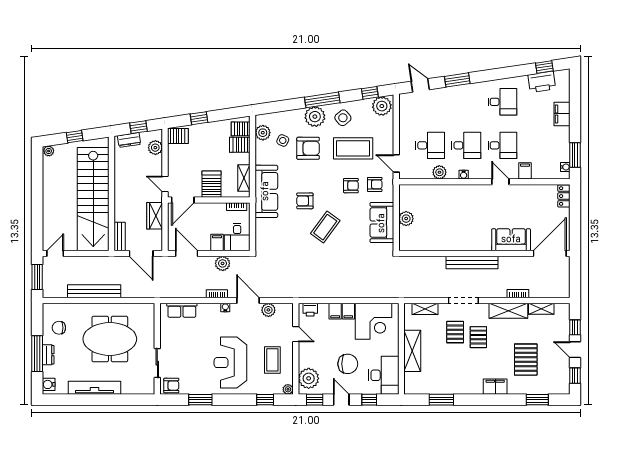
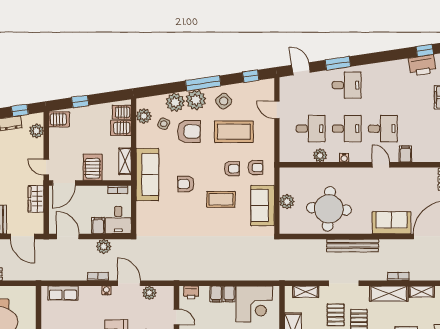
desk: (502, 102) -> (347, 85), moved
plant: (382, 106) -> (175, 102), moved
door: (396, 163) -> (277, 110), moved
round table: (448, 226) -> (329, 209), added
coffee table: (325, 227) -> (221, 199), moved, turned 54

